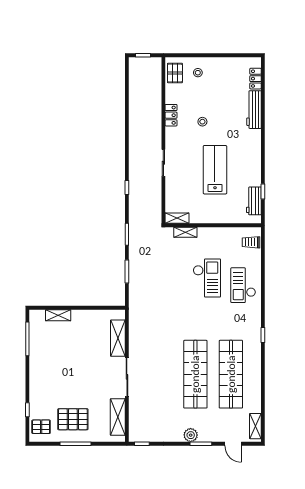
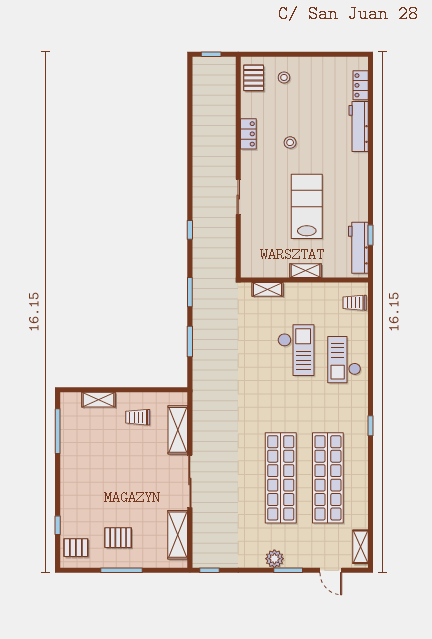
workbench: (254, 201) -> (358, 248), width x1.38
shelving: (177, 218) -> (305, 271), moved
trolley: (88, 329) -> (138, 417), added
pallet: (73, 419) -> (118, 538), width x0.67, depth x0.71

